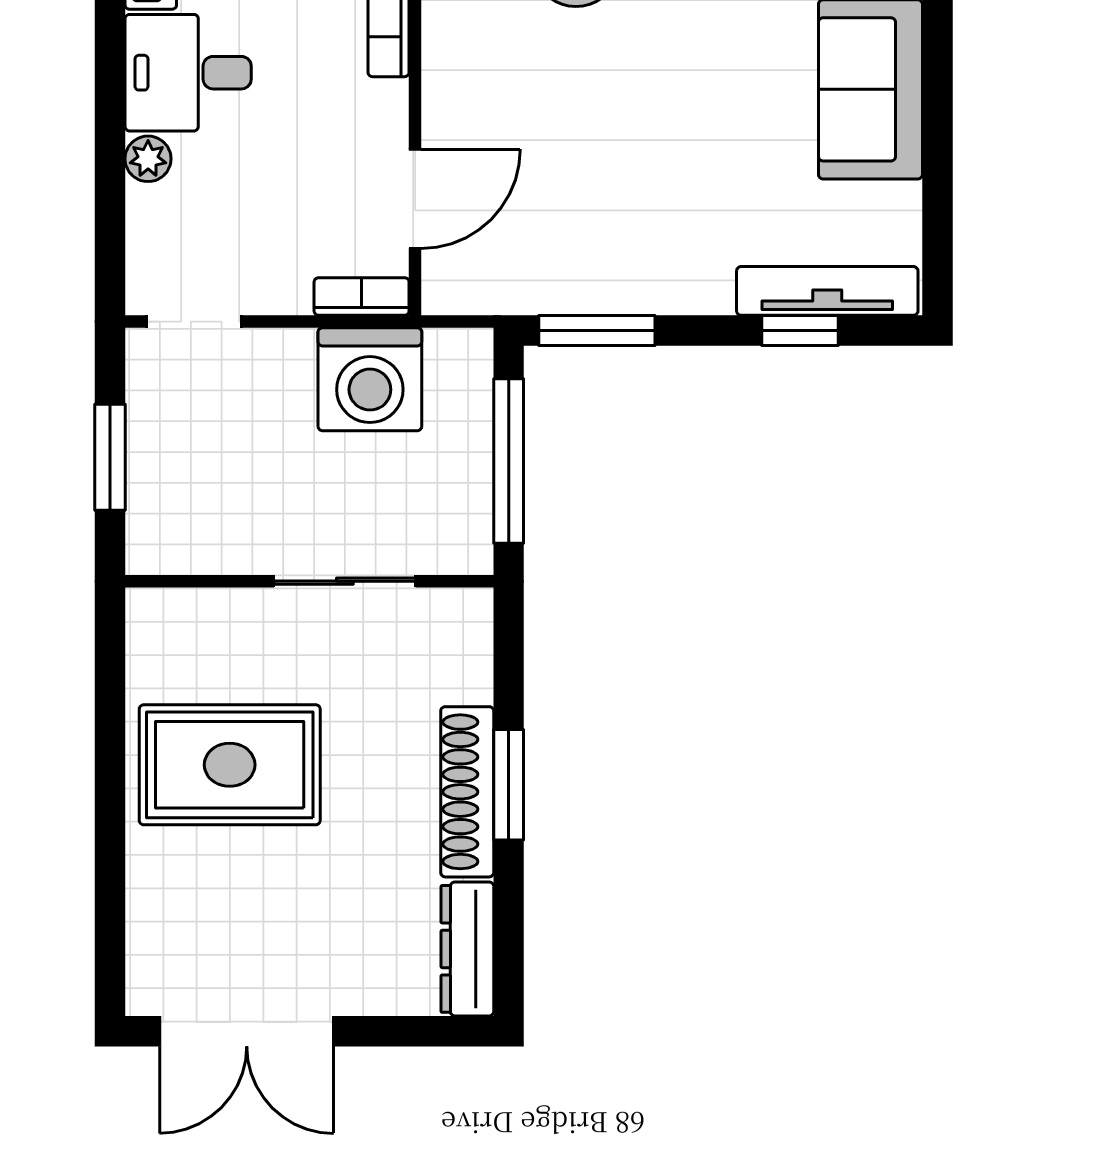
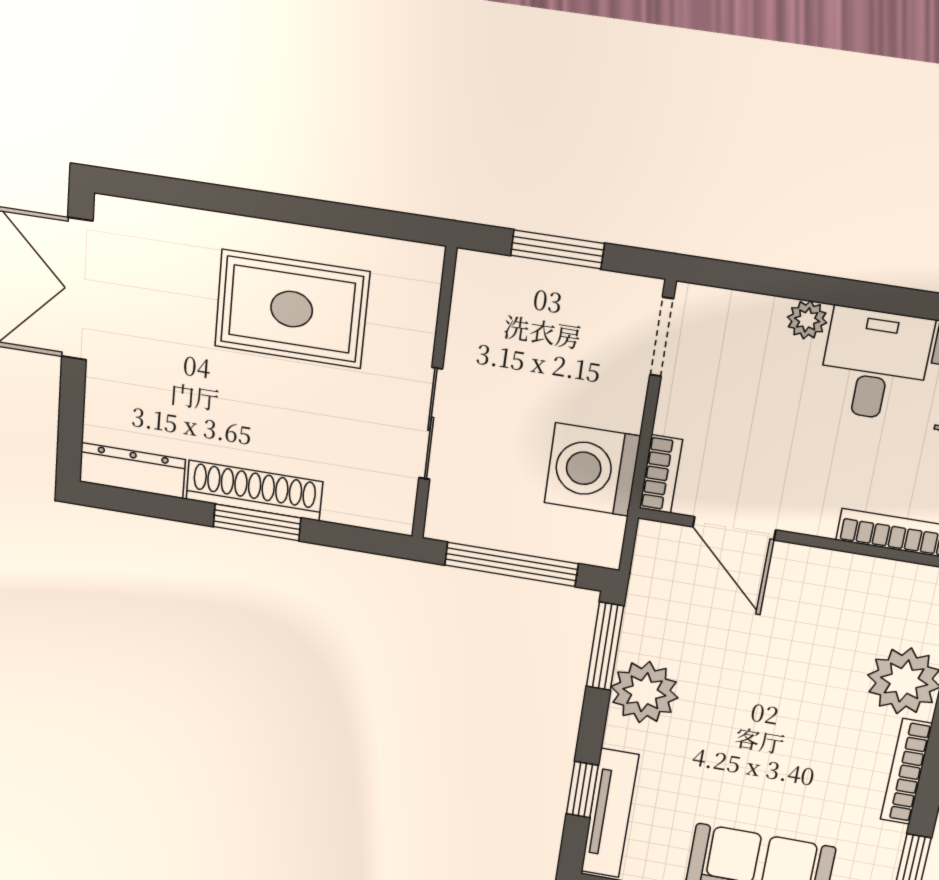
plant: (650, 273) -> (644, 692), added
rug: (230, 765) -> (292, 309), turned 90

